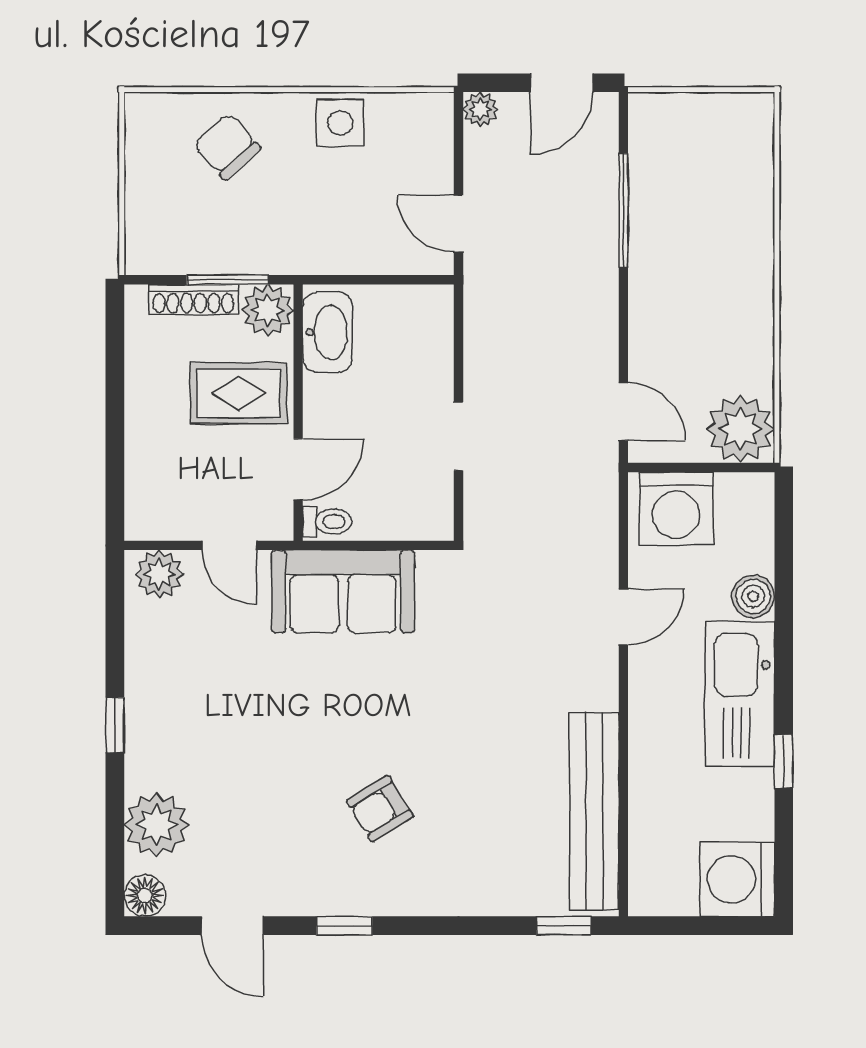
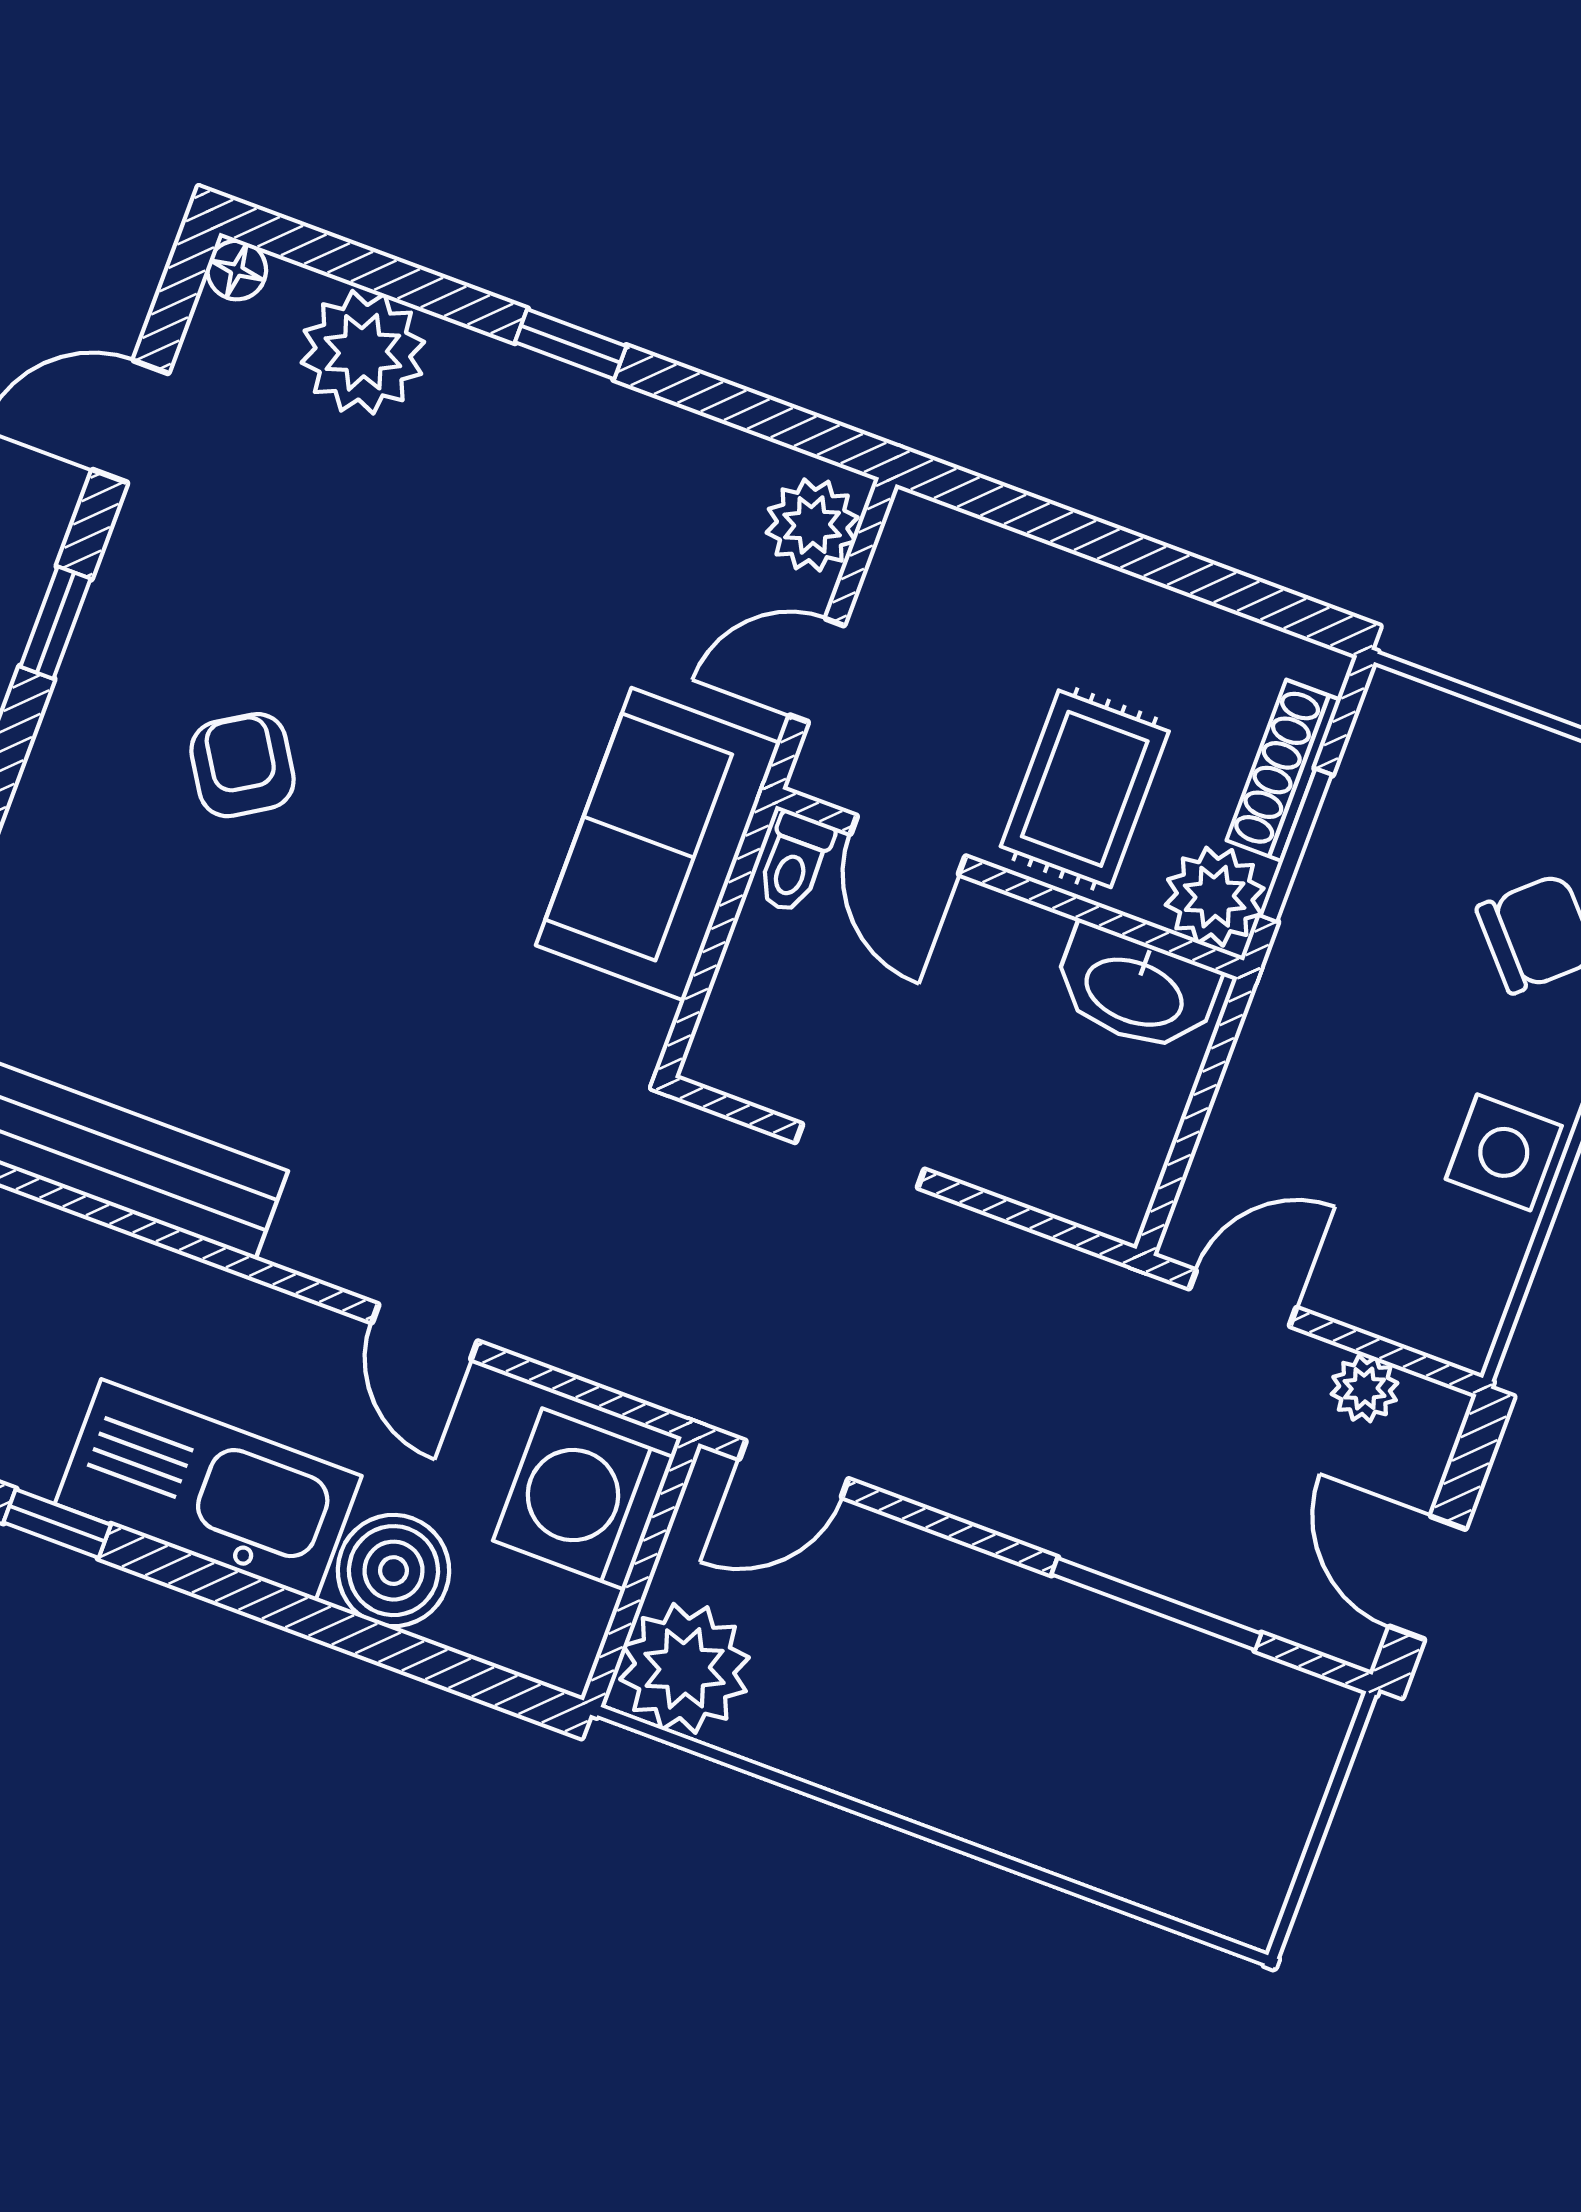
plant: (480, 109) -> (1365, 1389), moved
boiler: (753, 596) -> (393, 1571), width x1.36, depth x1.36
floor lamp: (145, 896) -> (237, 270), width x0.73, depth x0.73

